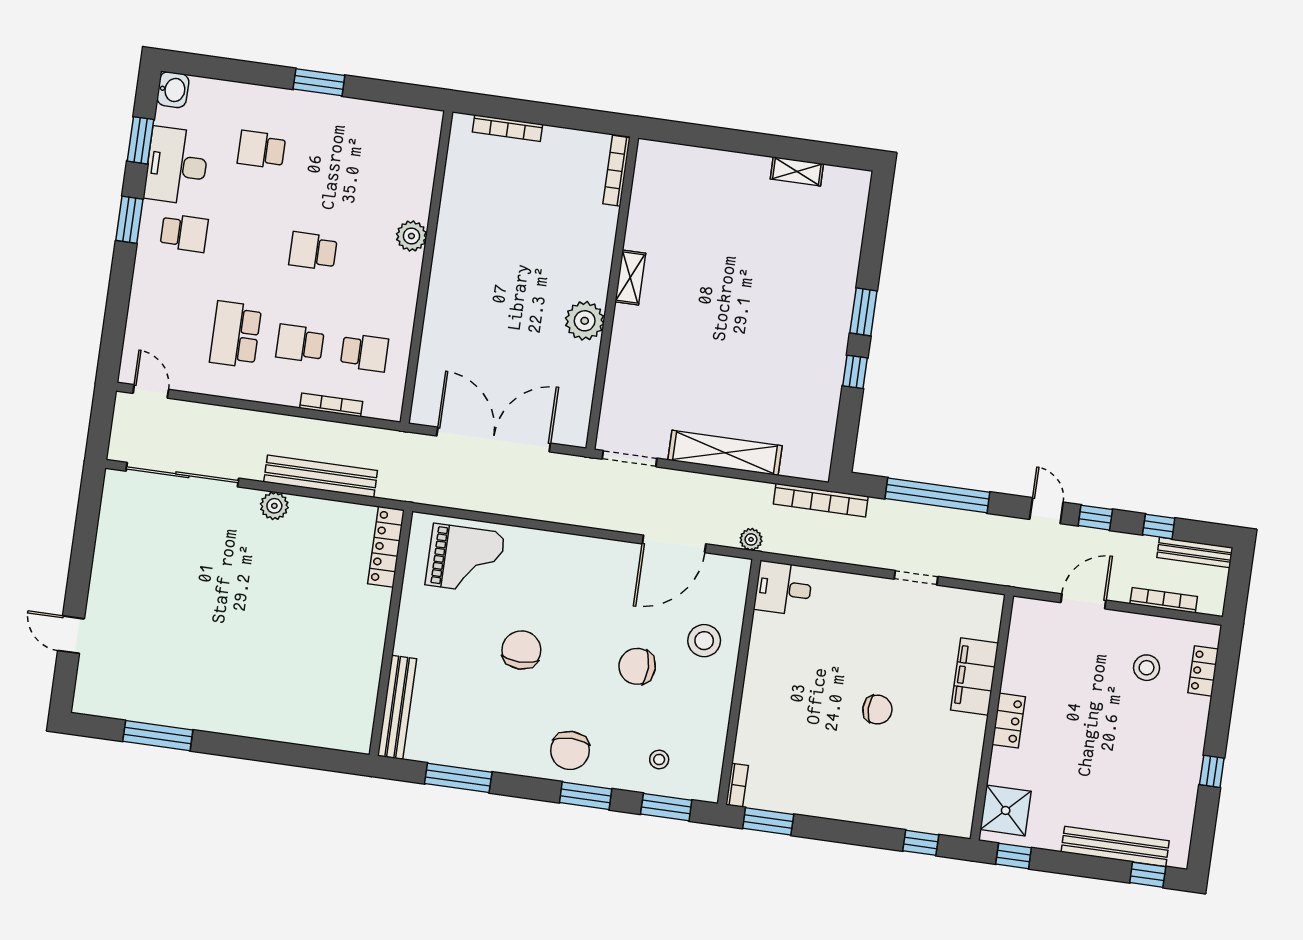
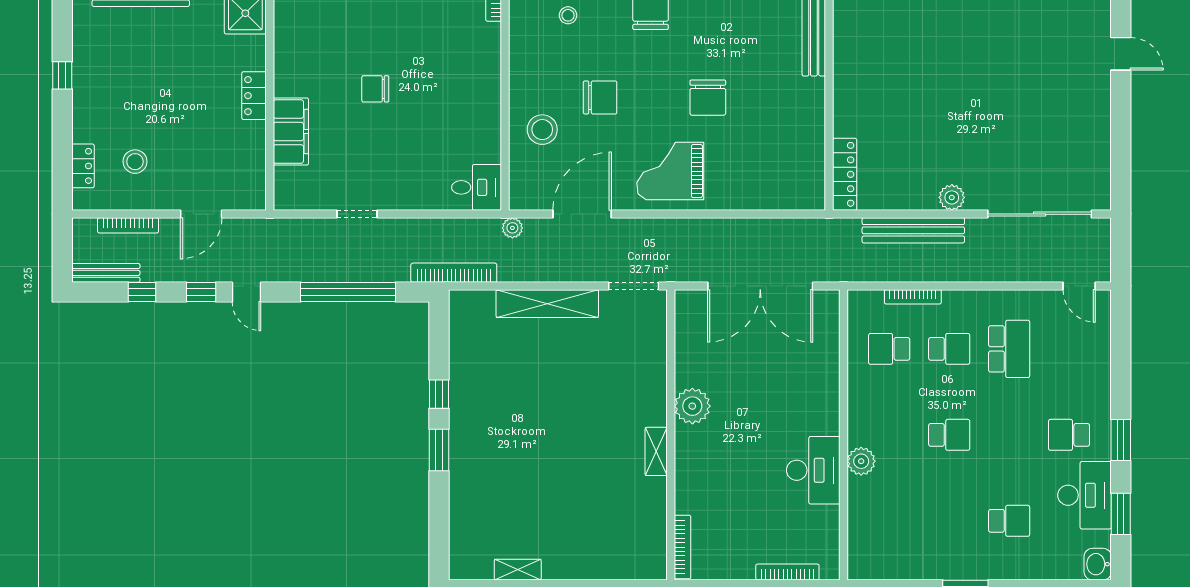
desk: (464, 234) -> (813, 470), added
grand piano: (465, 559) -> (670, 171), moved

